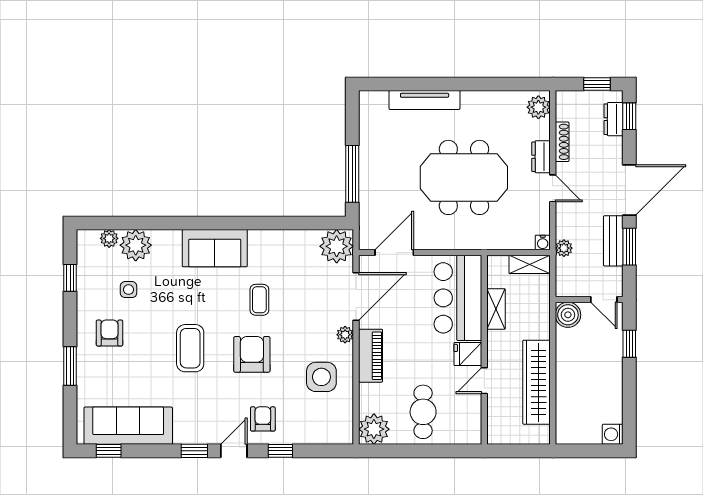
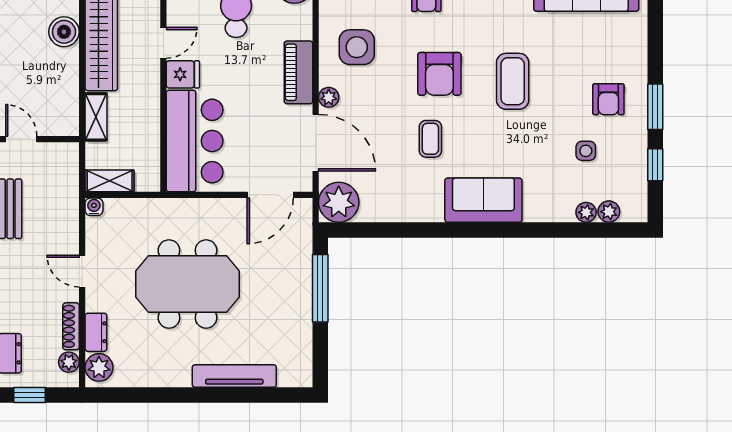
dresser: (541, 157) -> (96, 332), moved
plant: (136, 245) -> (586, 212), width x0.53, depth x0.53
plant: (564, 248) -> (69, 362), moved
door: (356, 296) -> (316, 143), swing flipped
shelving: (496, 309) -> (96, 117), moved
boiler: (568, 315) -> (64, 32), moved
window: (70, 366) -> (655, 107), moved

